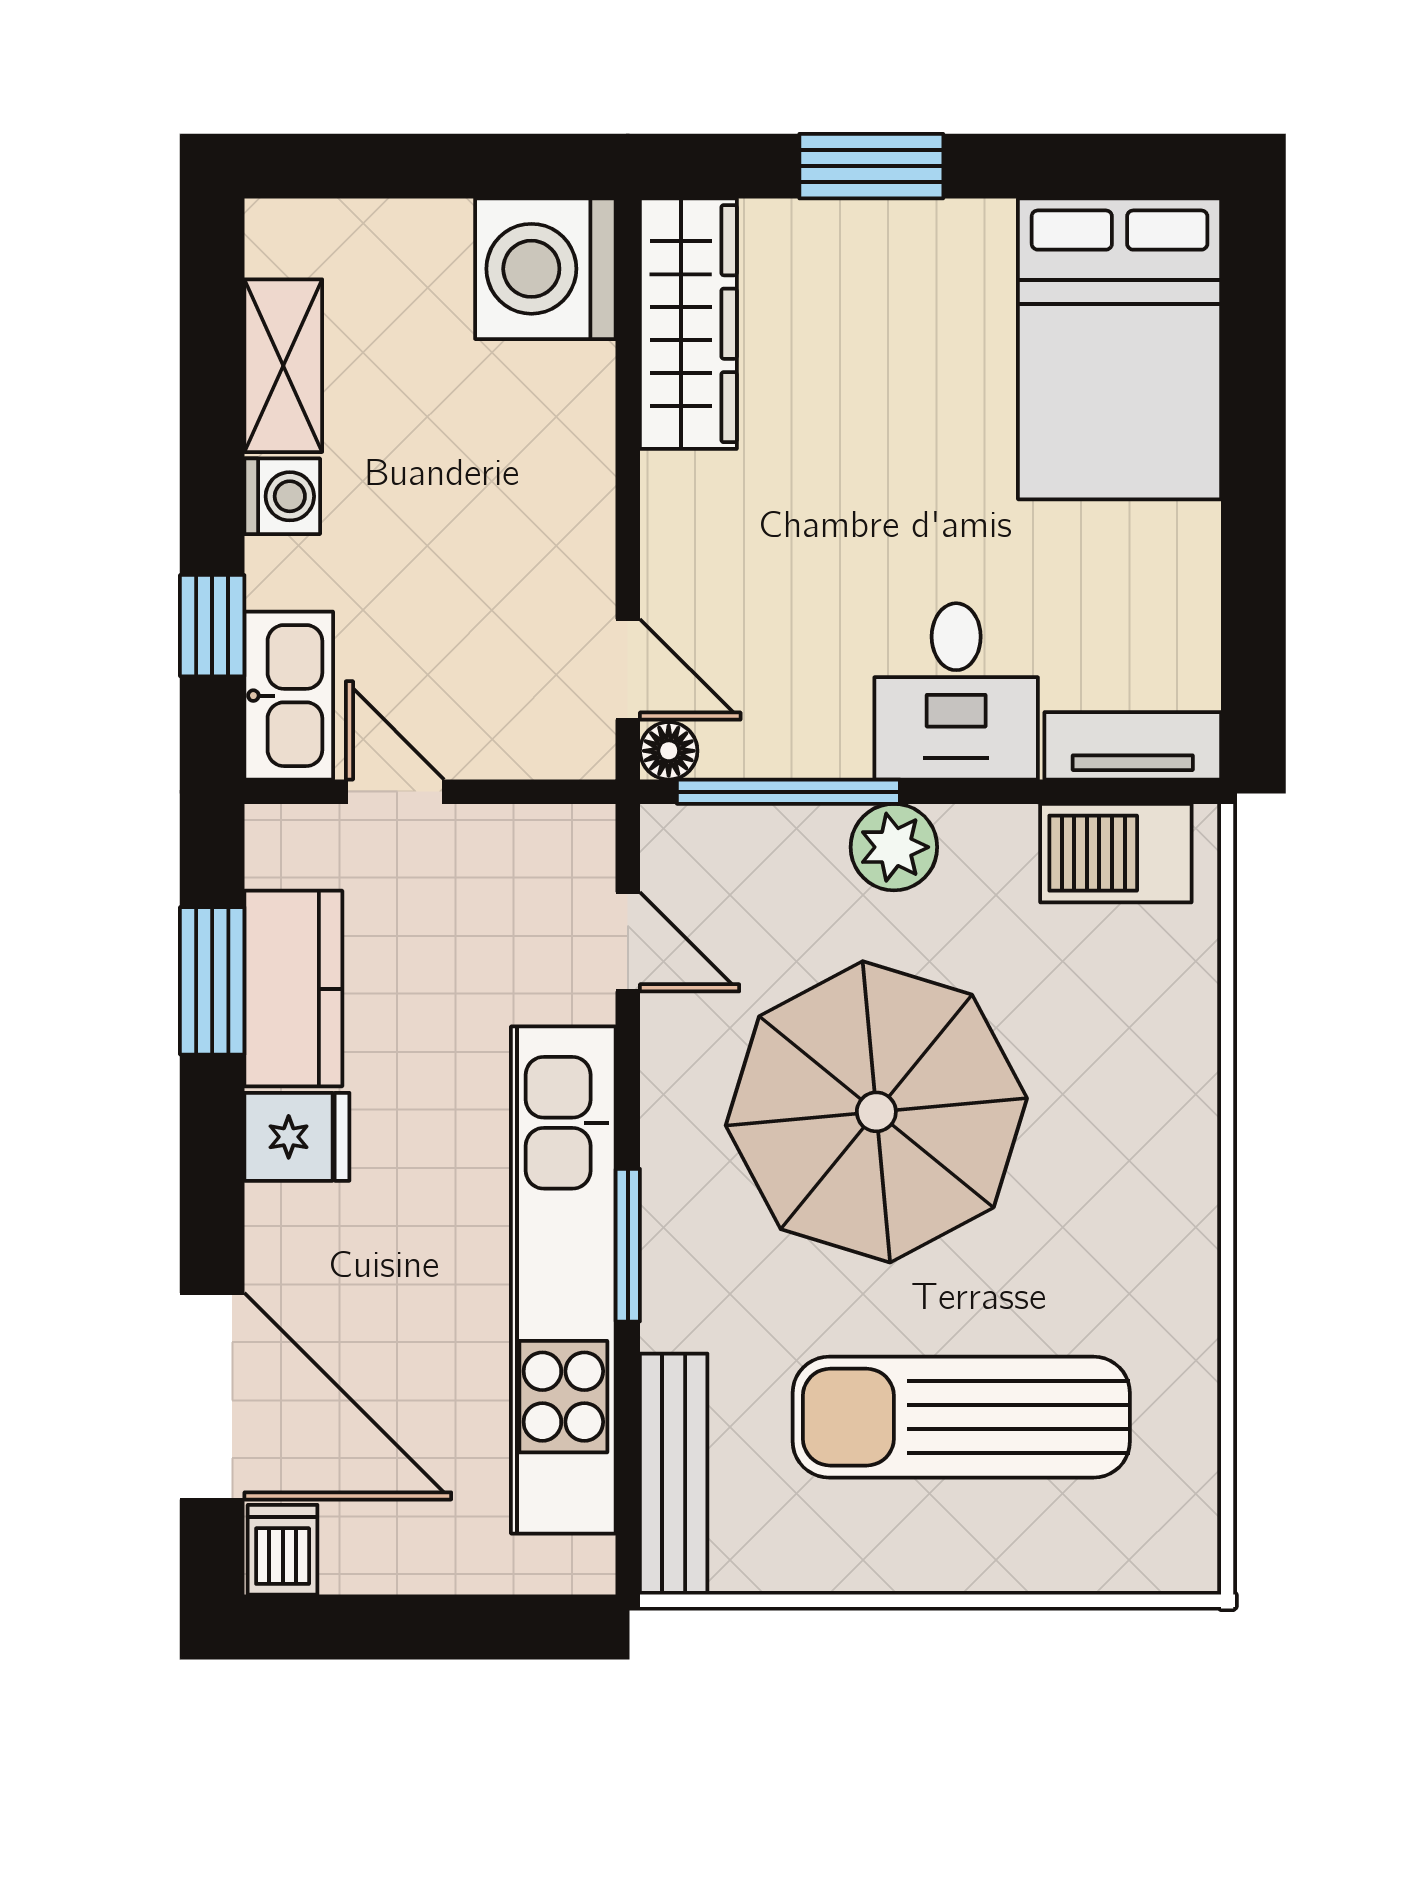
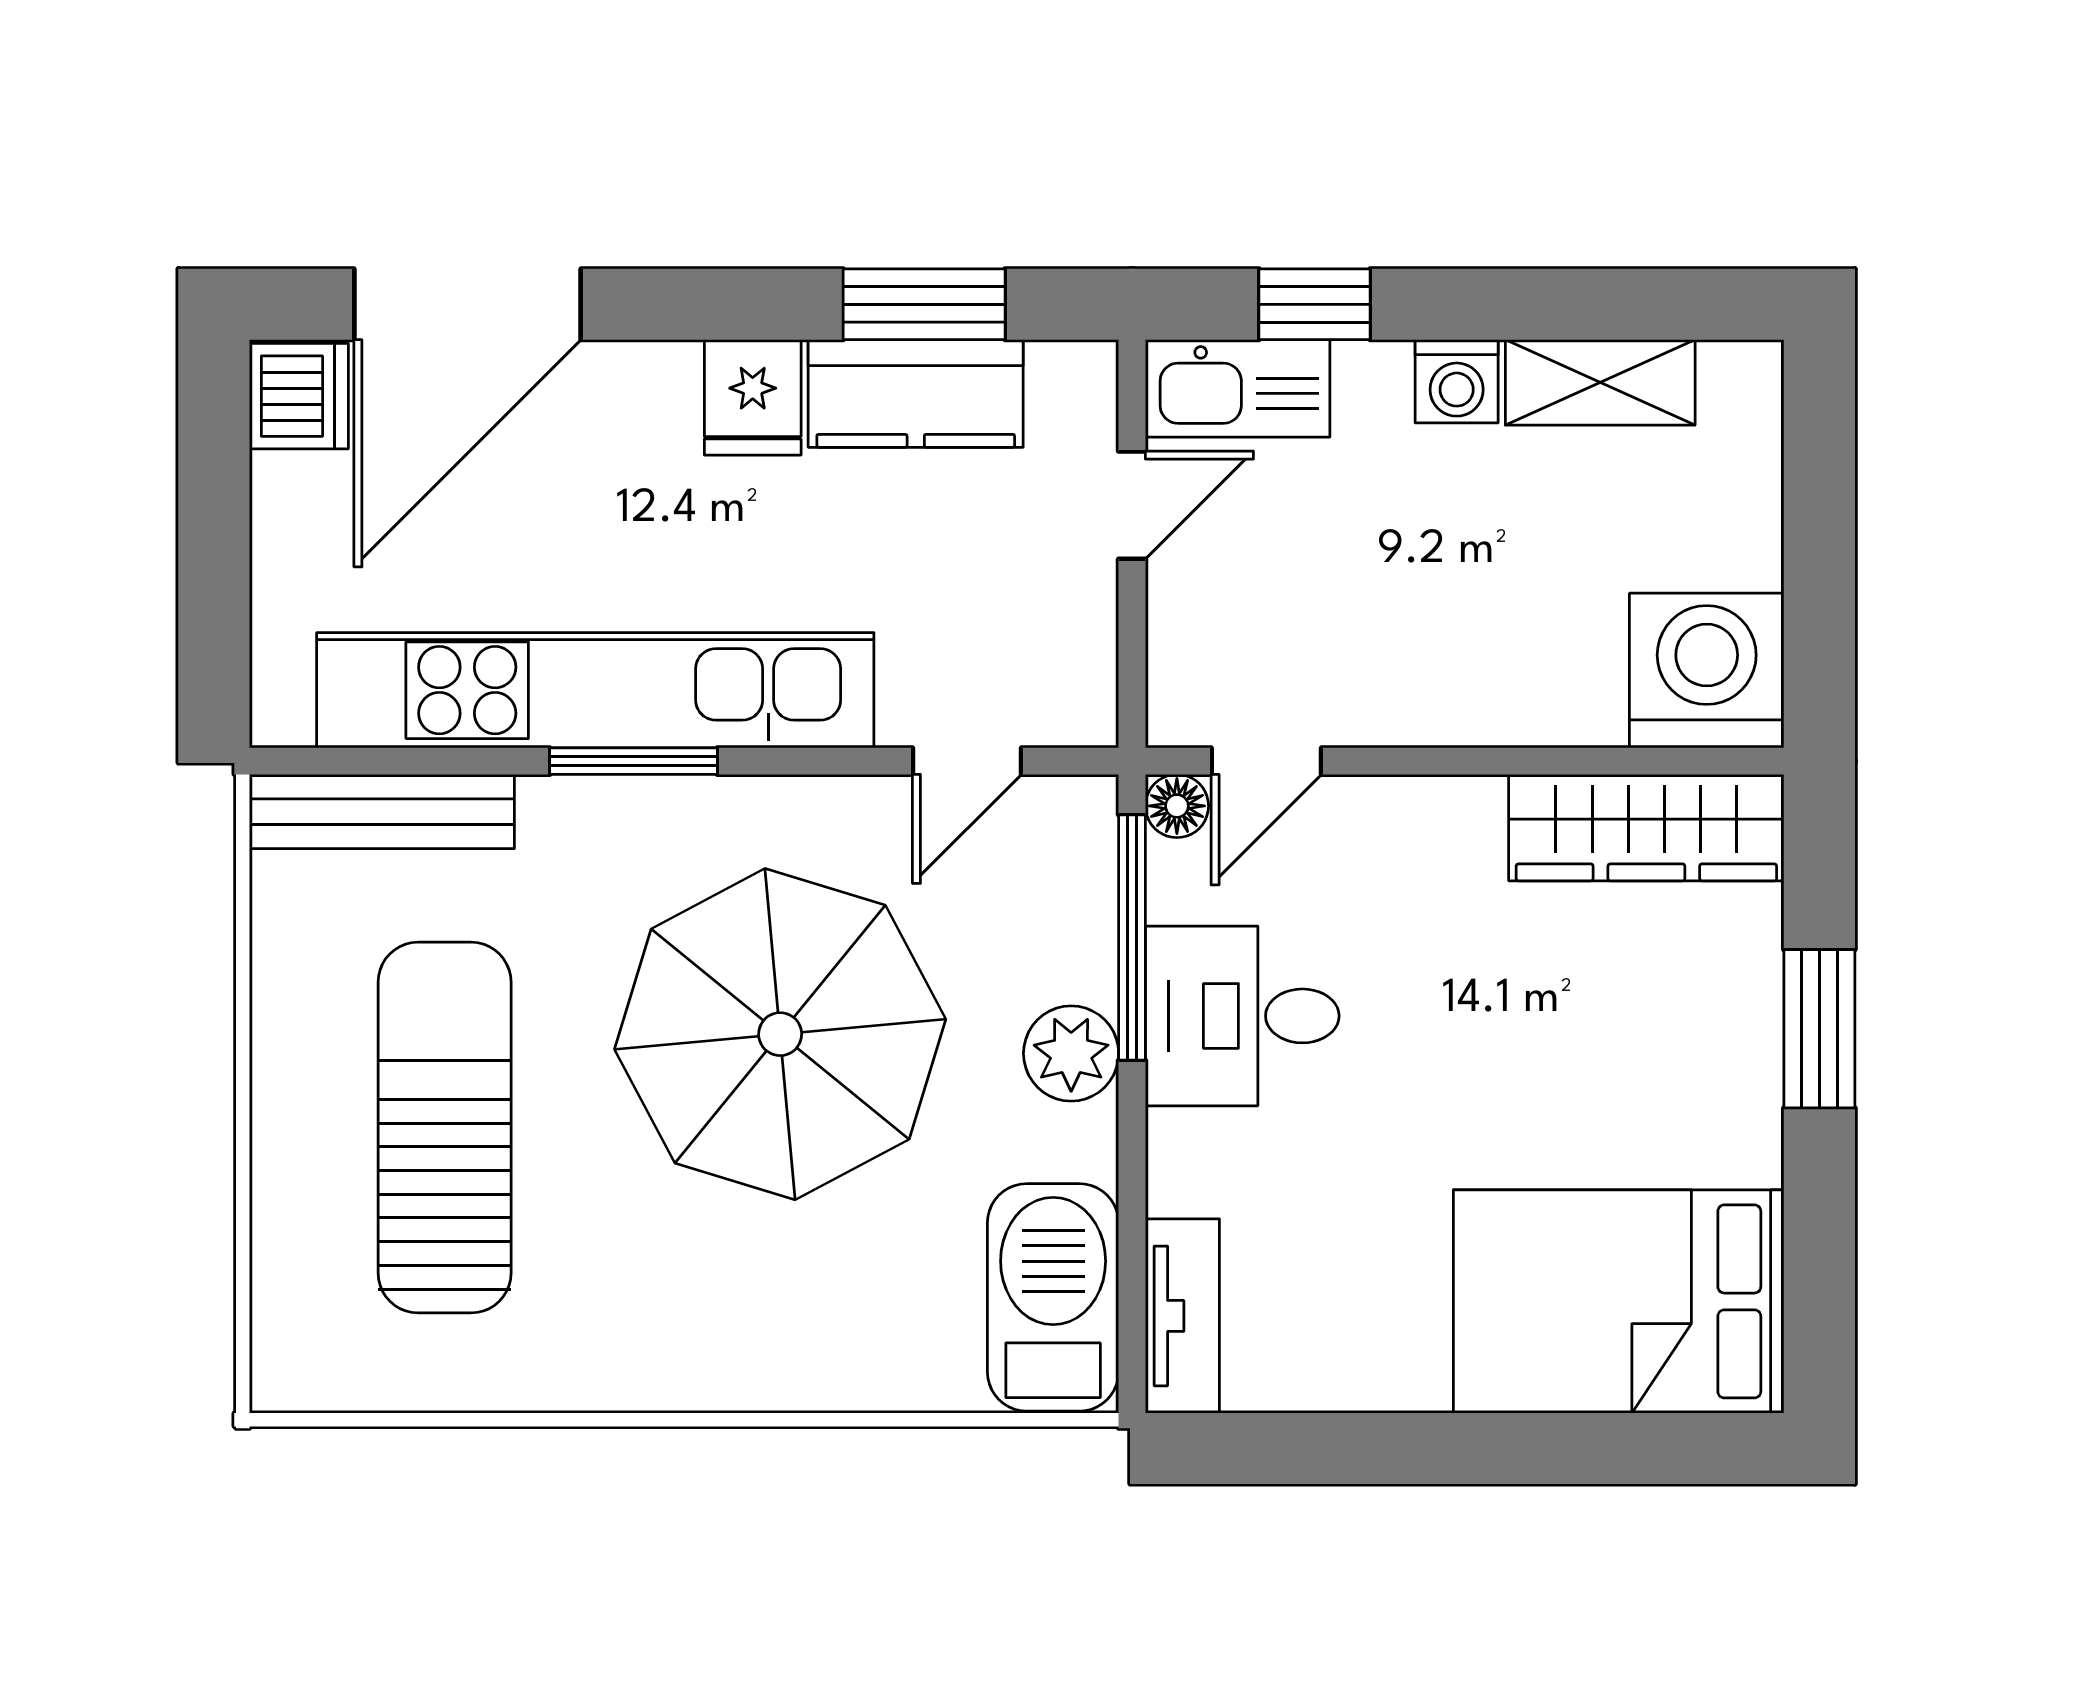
desk: (956, 691) -> (1242, 1016), moved
barbecue: (1116, 853) -> (1053, 1297), width x1.37, depth x1.21
dishwasher: (283, 1550) -> (299, 396), width x1.38

